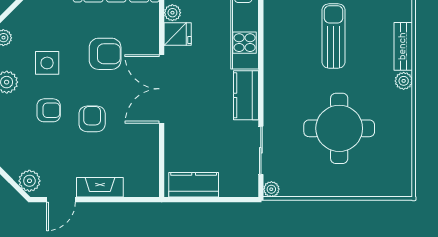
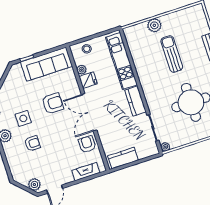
armchair: (92, 119) -> (87, 144), moved
fireplace: (100, 187) -> (86, 172), moved

